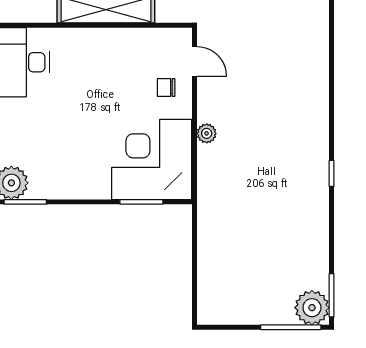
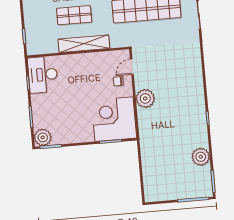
door: (195, 62) -> (132, 67), swing flipped
plant: (207, 133) -> (145, 98), width x1.88, depth x1.88
plant: (312, 308) -> (201, 157), moved

